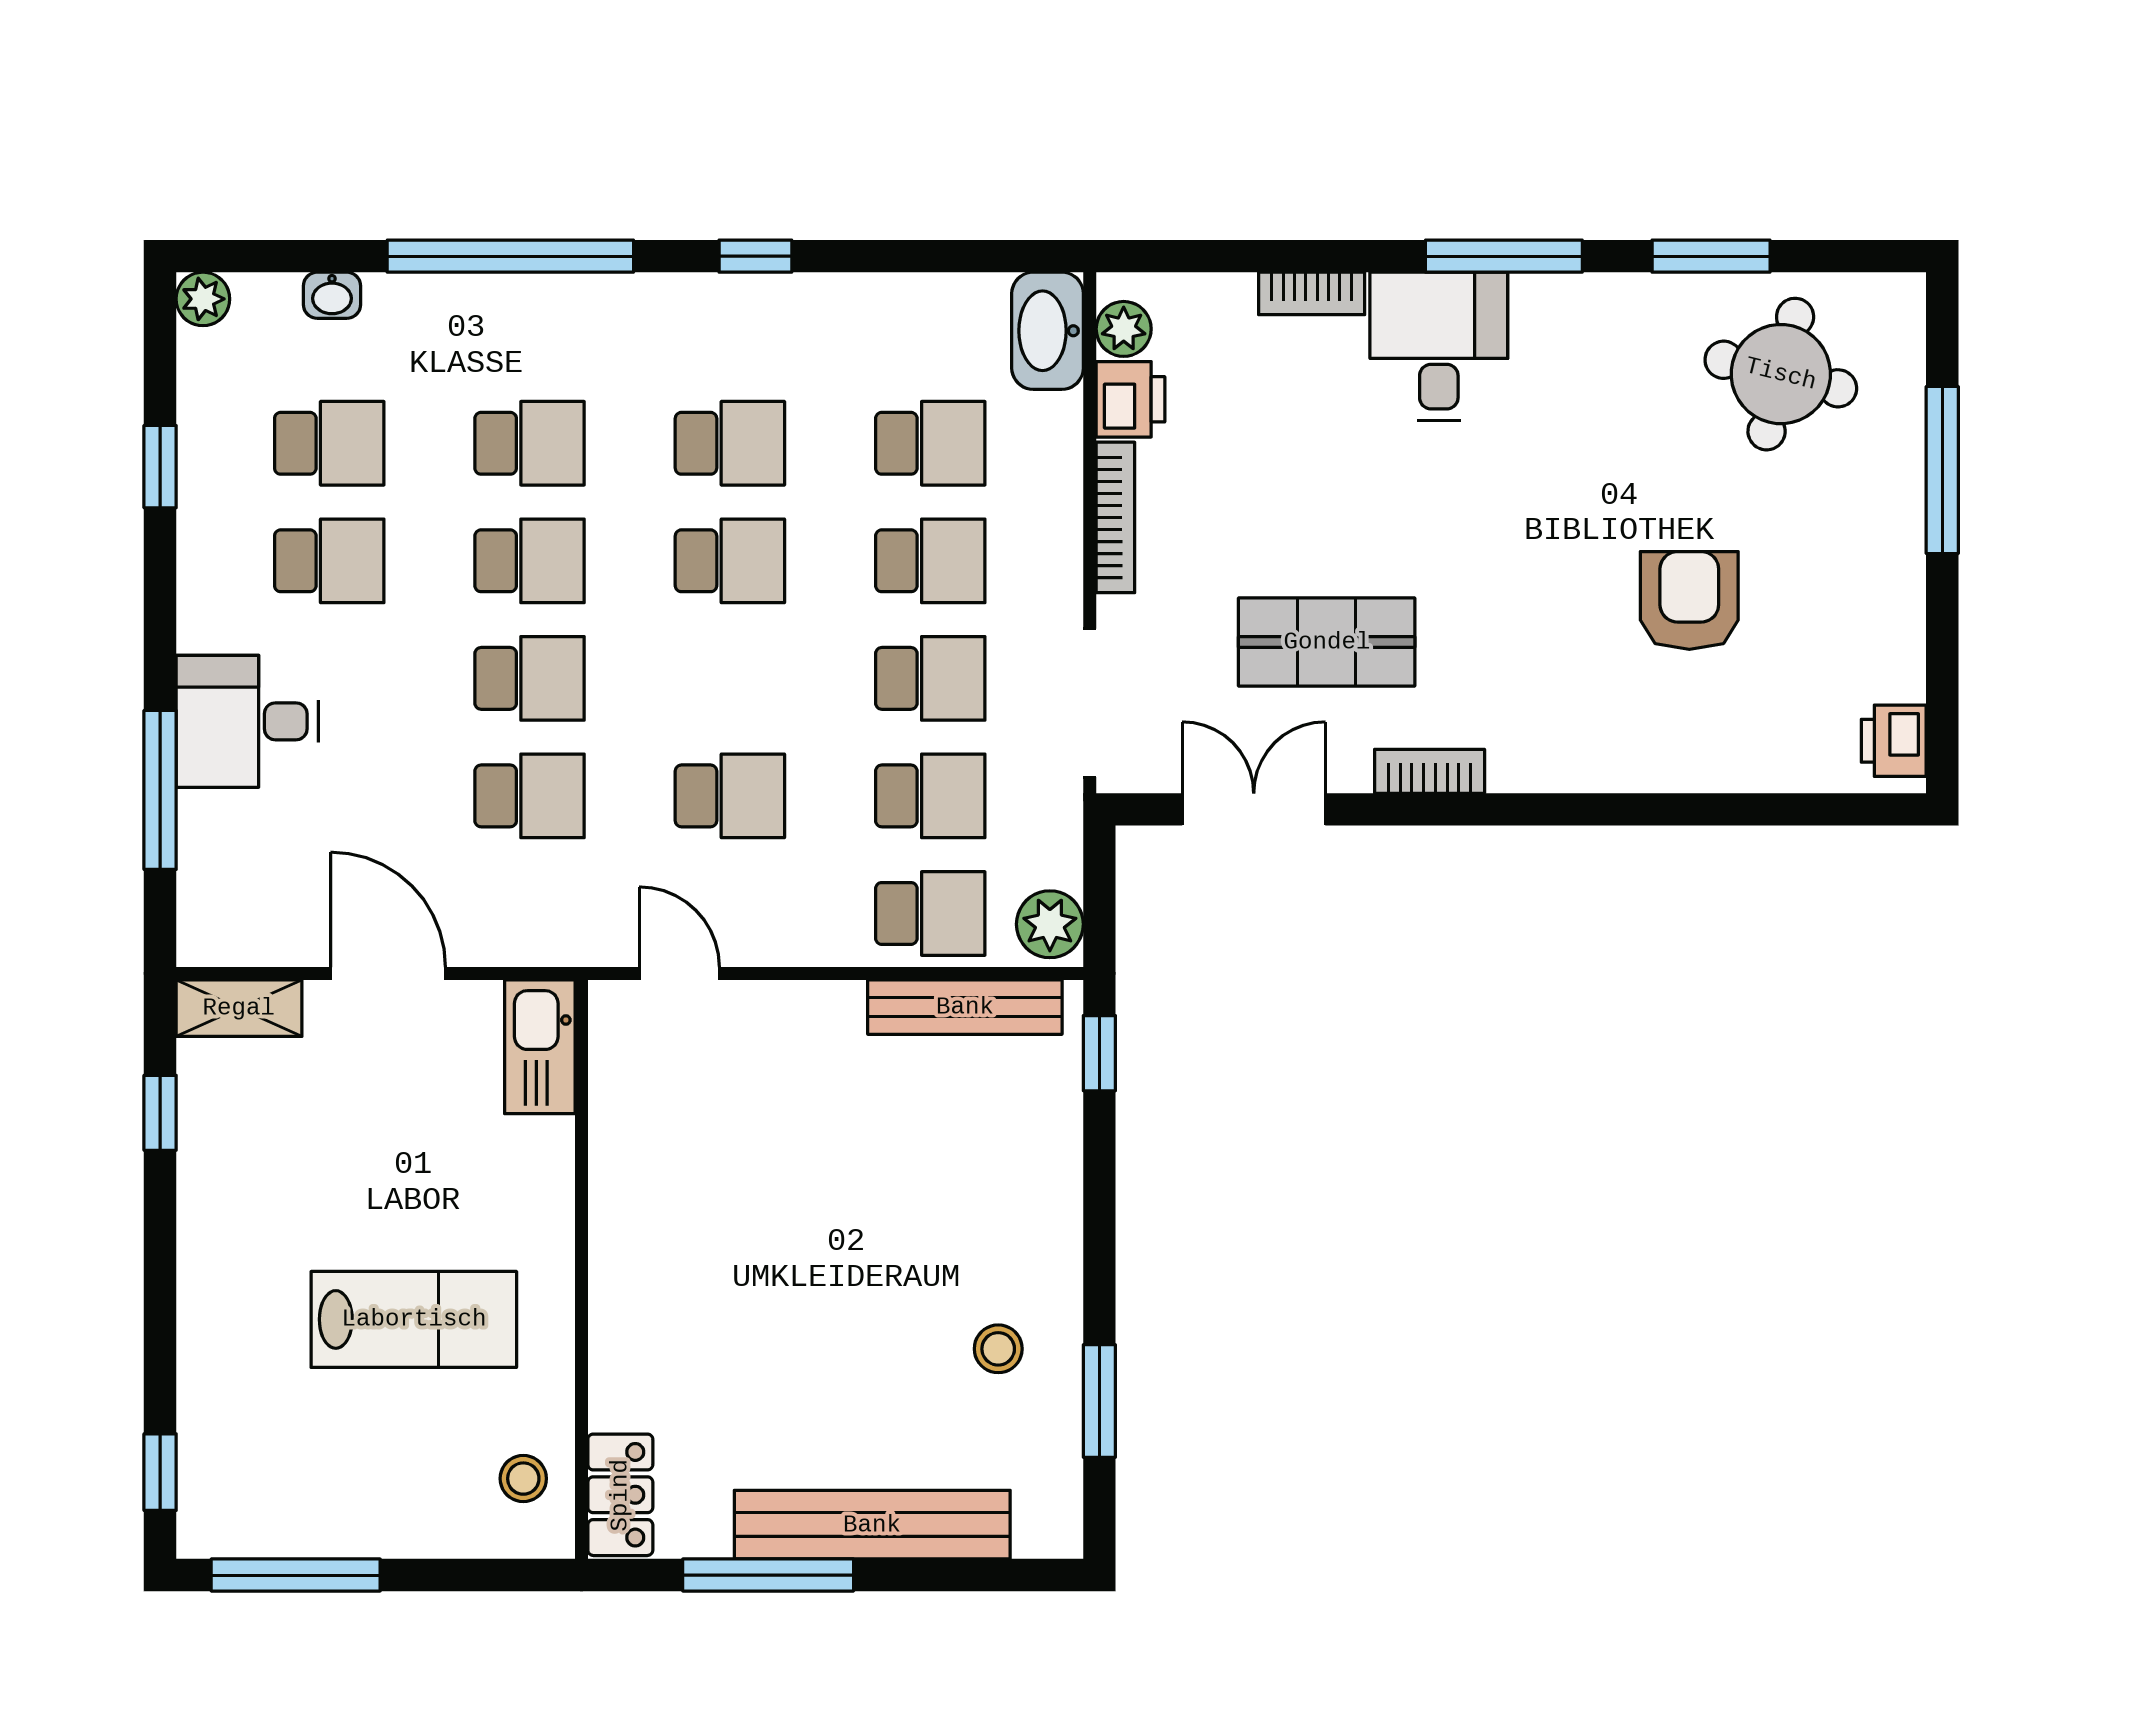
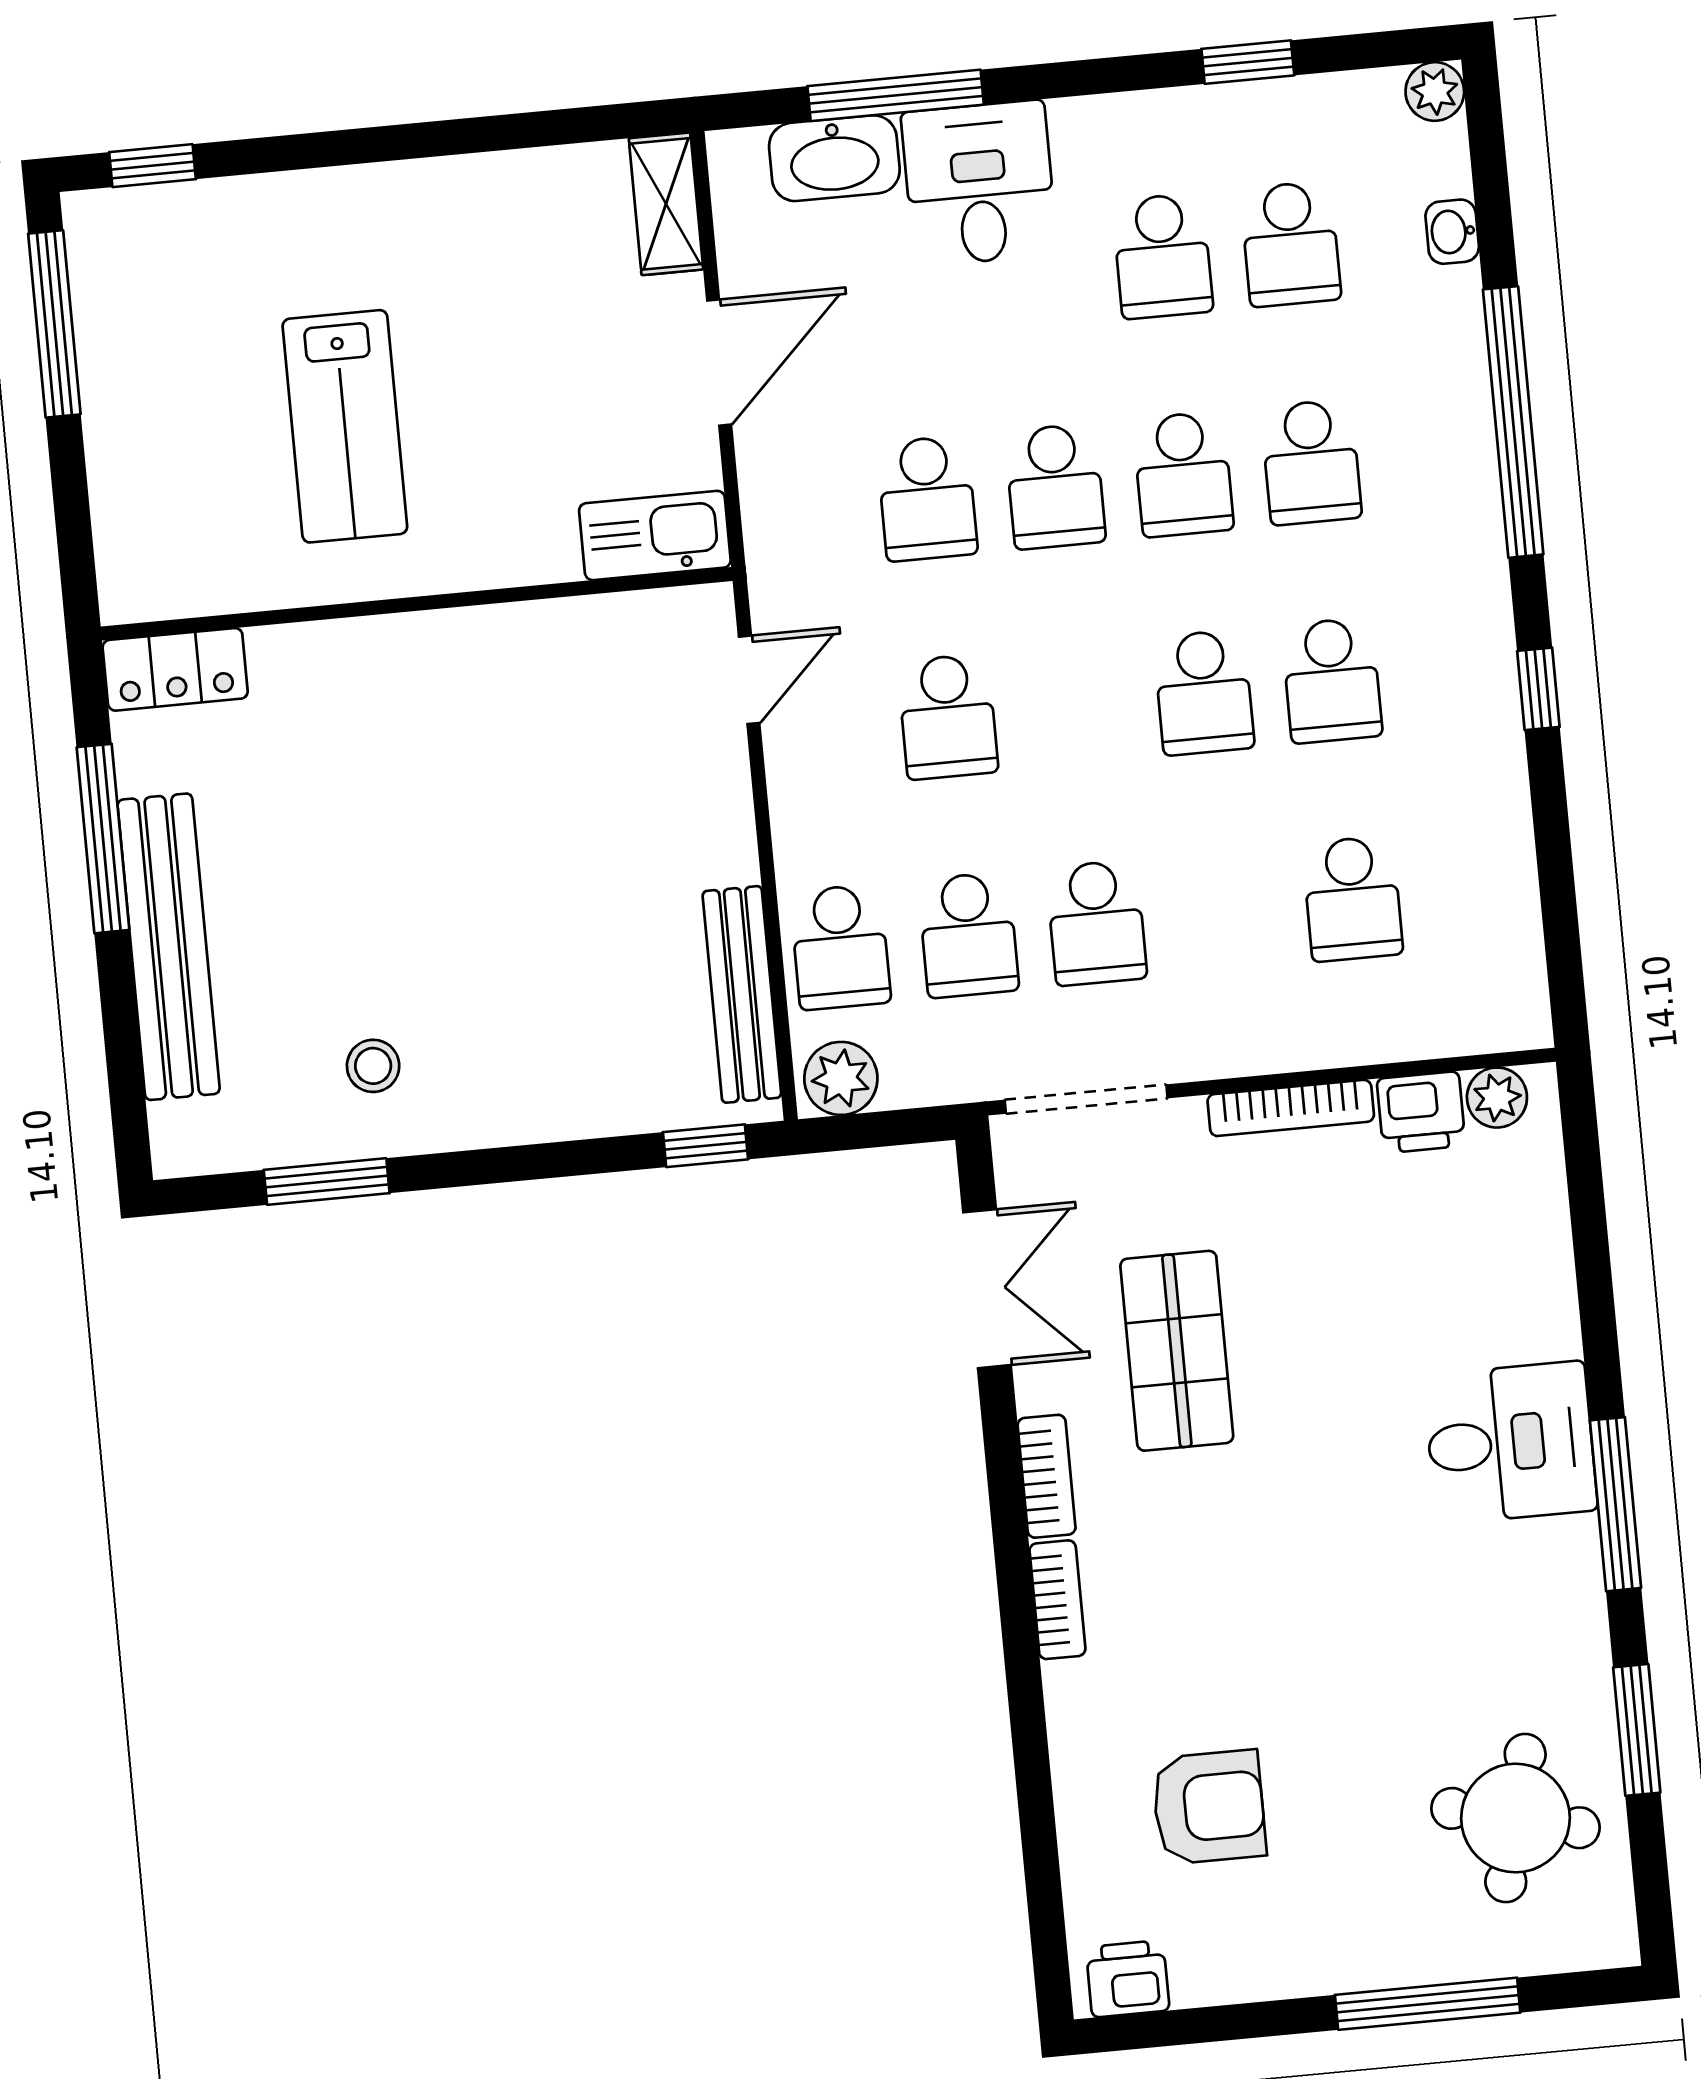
bookcase: (1312, 293) -> (1057, 1600), moved, turned 180
washbasin: (1048, 331) -> (834, 158), moved, turned 180
school desk: (930, 561) -> (1224, 911), removed
armchair: (1689, 601) -> (1209, 1807), moved
window: (160, 1113) -> (544, 129), removed
stool: (523, 1479) -> (183, 562), removed

